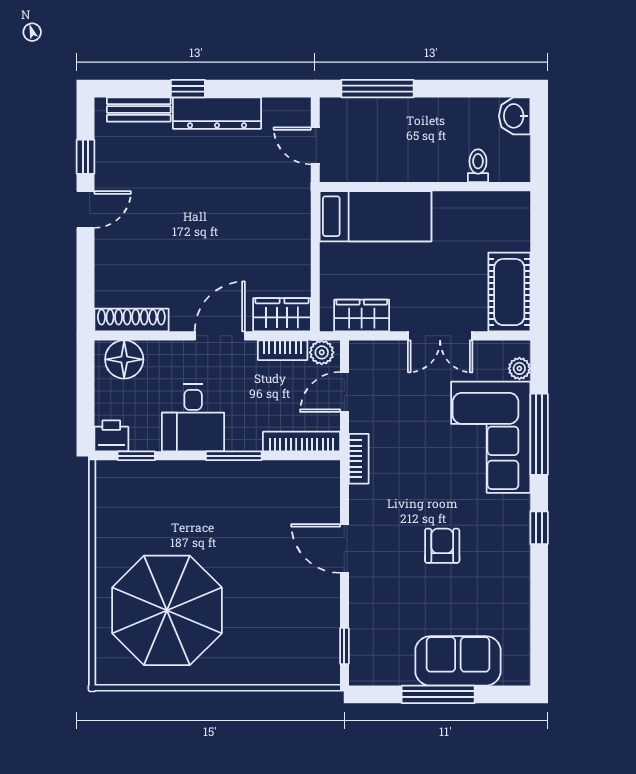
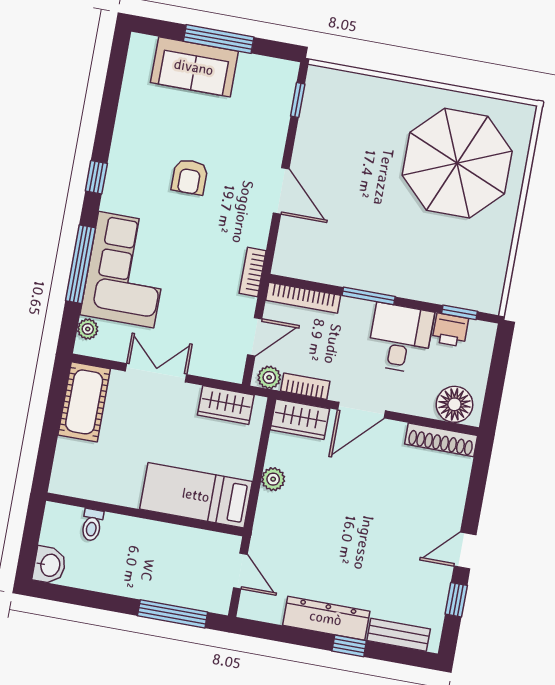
plant: (298, 247) -> (273, 479), added
printer: (111, 436) -> (450, 330), moved

